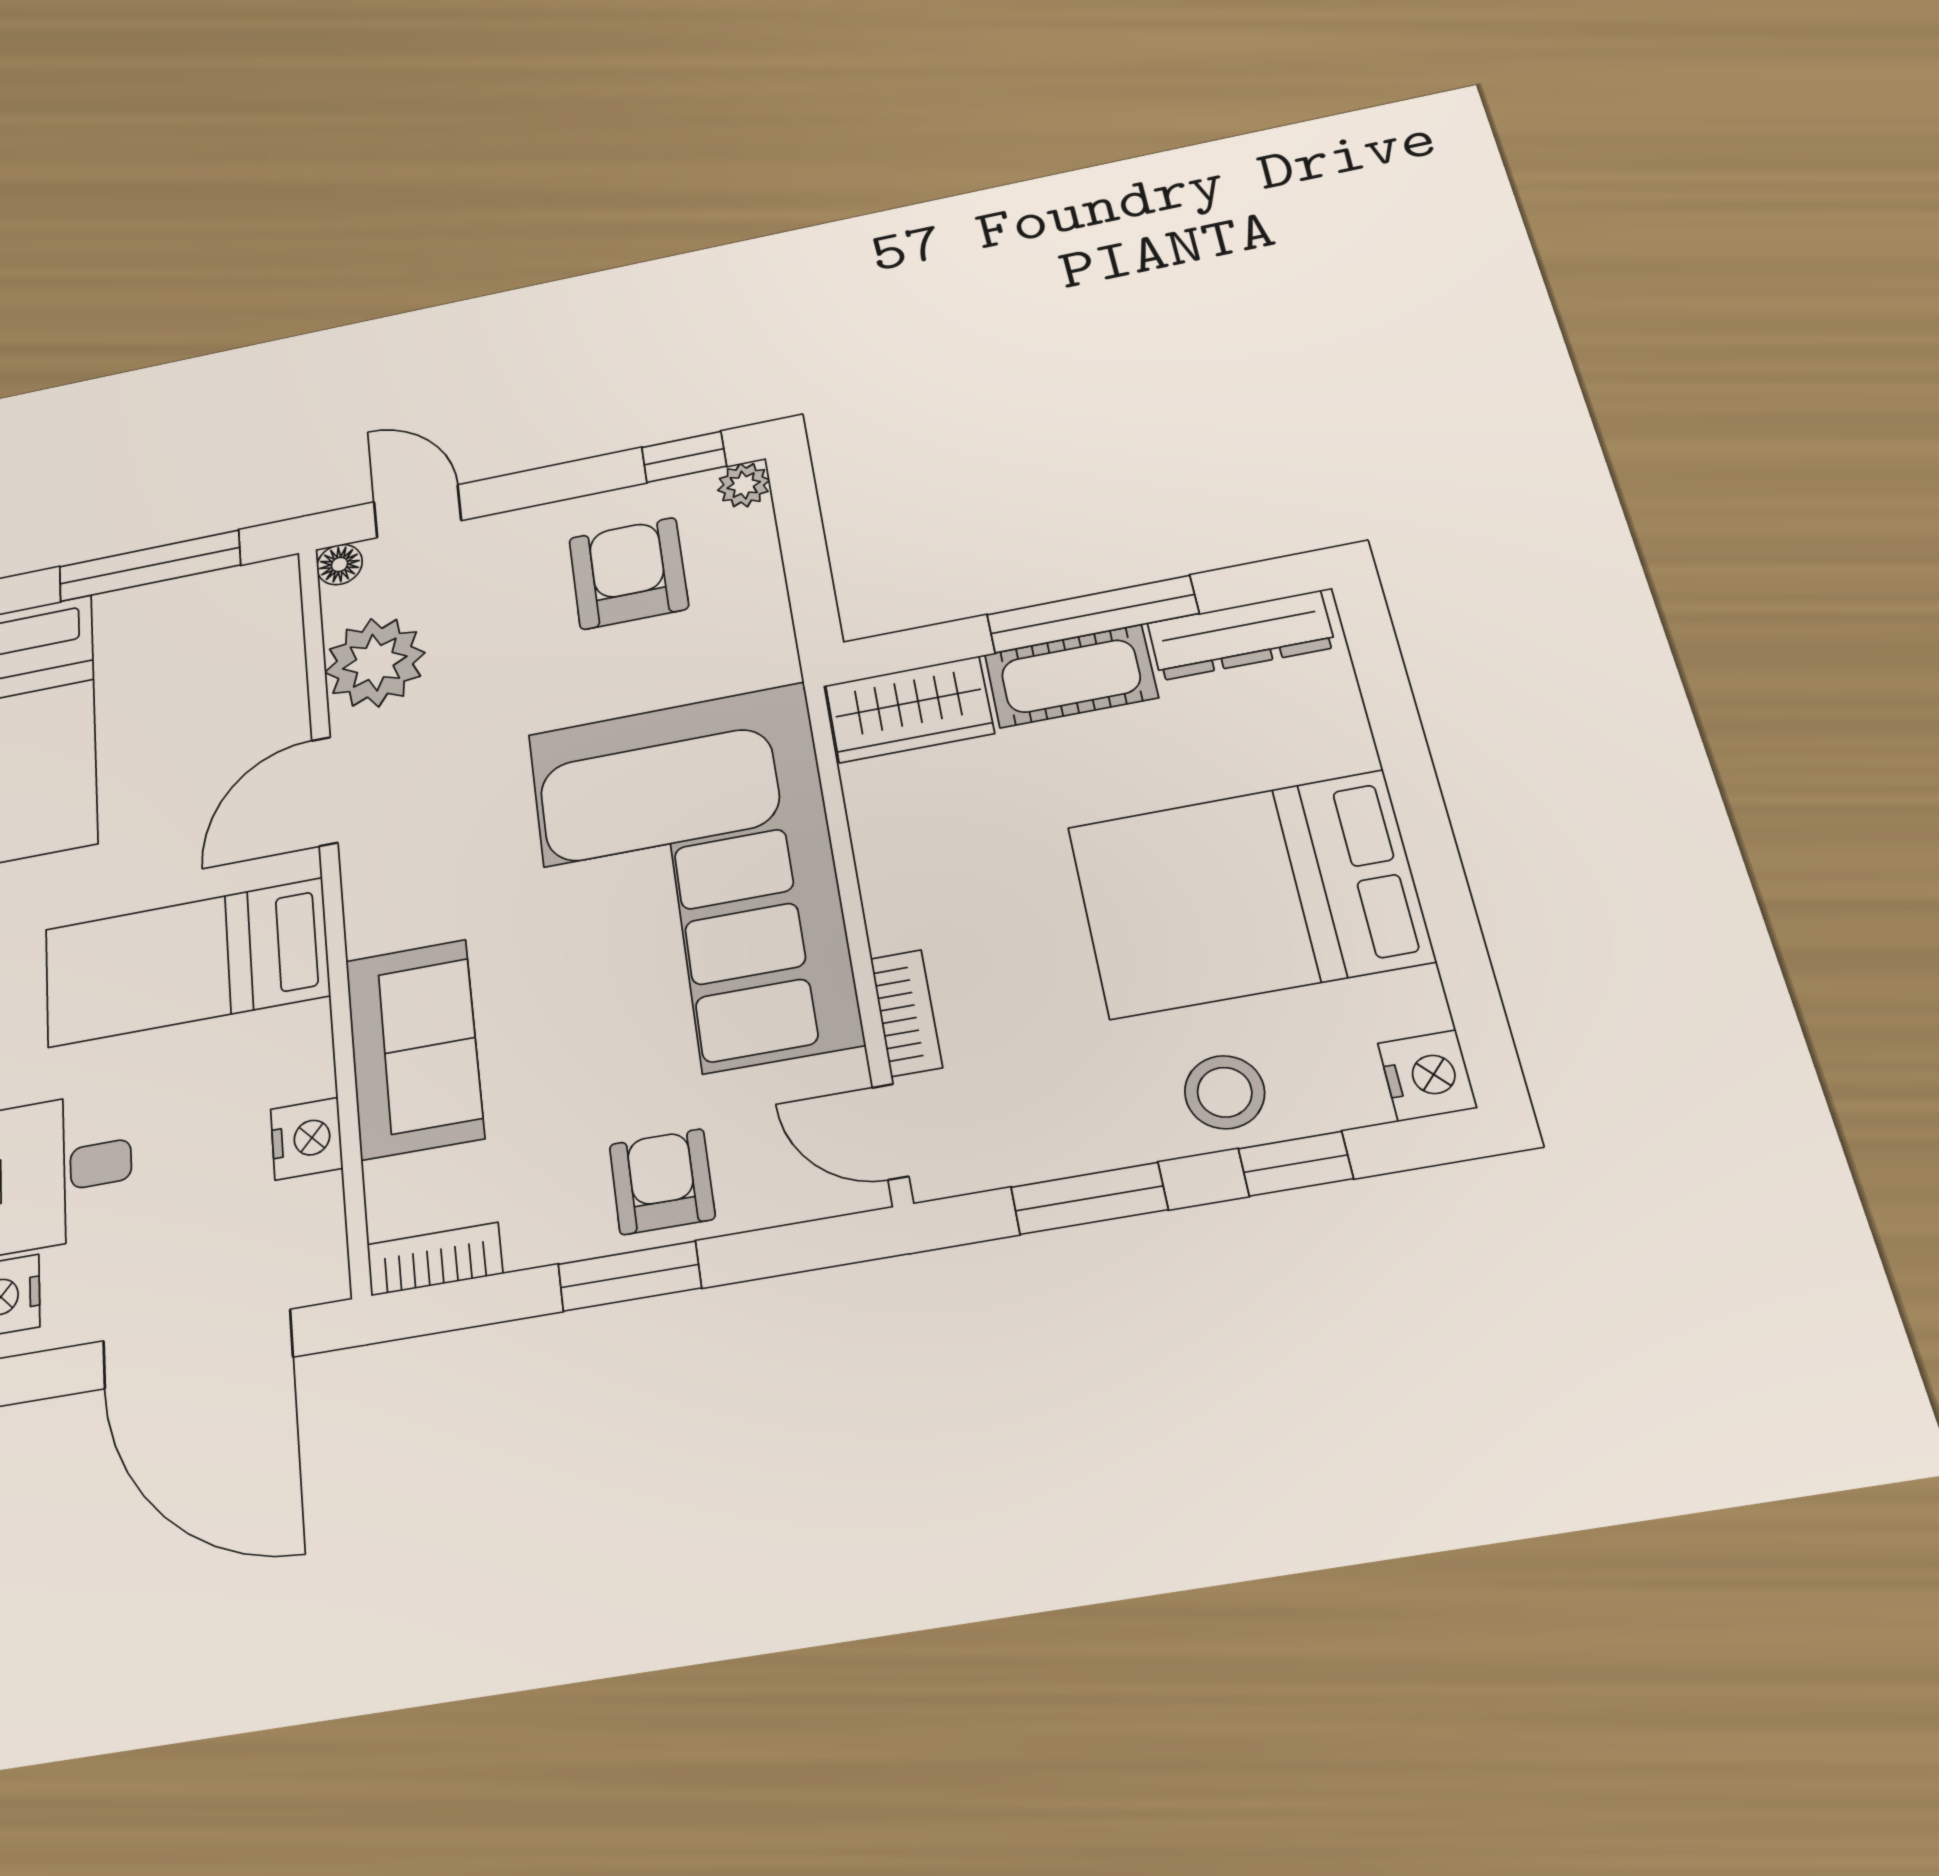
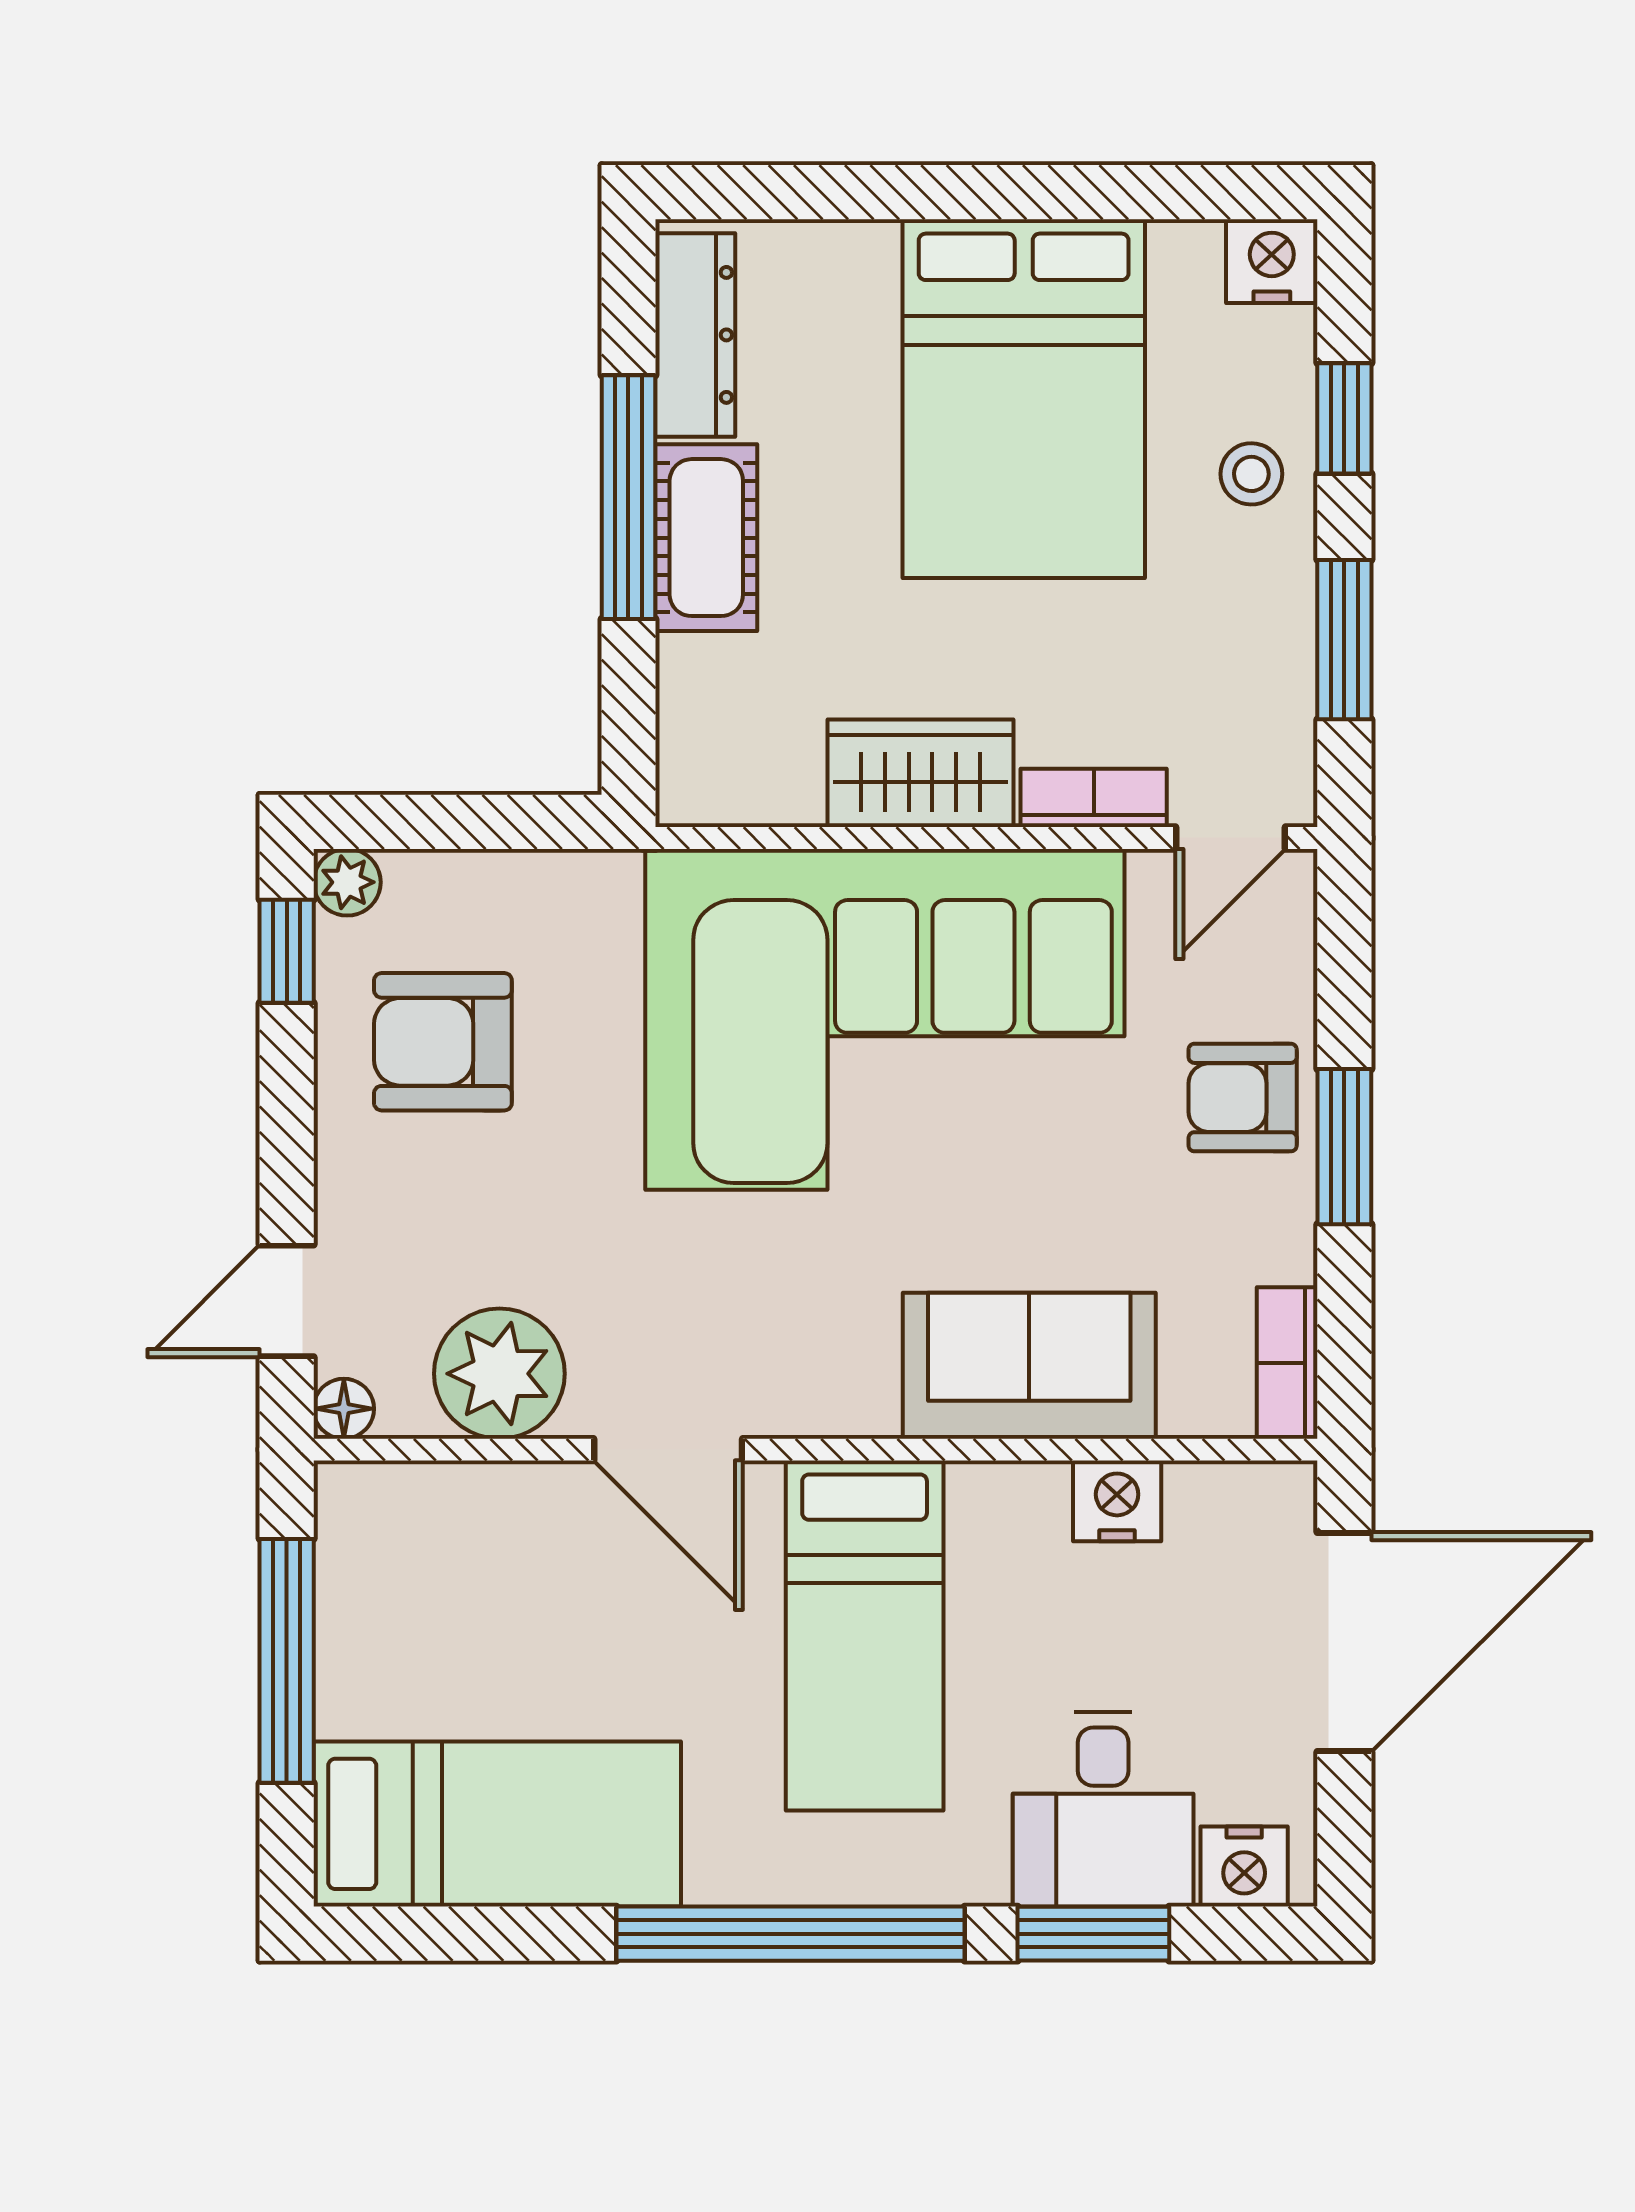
wardrobe: (909, 709) -> (920, 773), moved, turned -90
stool: (1225, 1092) -> (1251, 474), width x0.73, depth x0.73

